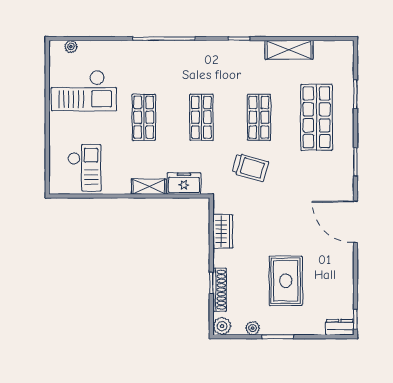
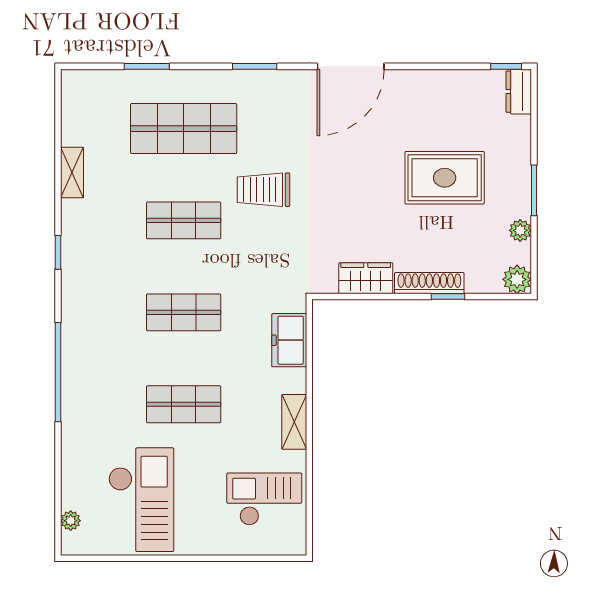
shelving: (289, 50) -> (72, 173), width x0.67, depth x0.75
trolley: (250, 167) -> (263, 190), moved, turned -106
shelving: (149, 187) -> (294, 422), moved
shoe rack: (220, 290) -> (429, 283), moved

